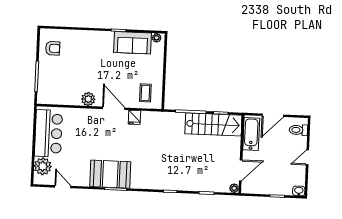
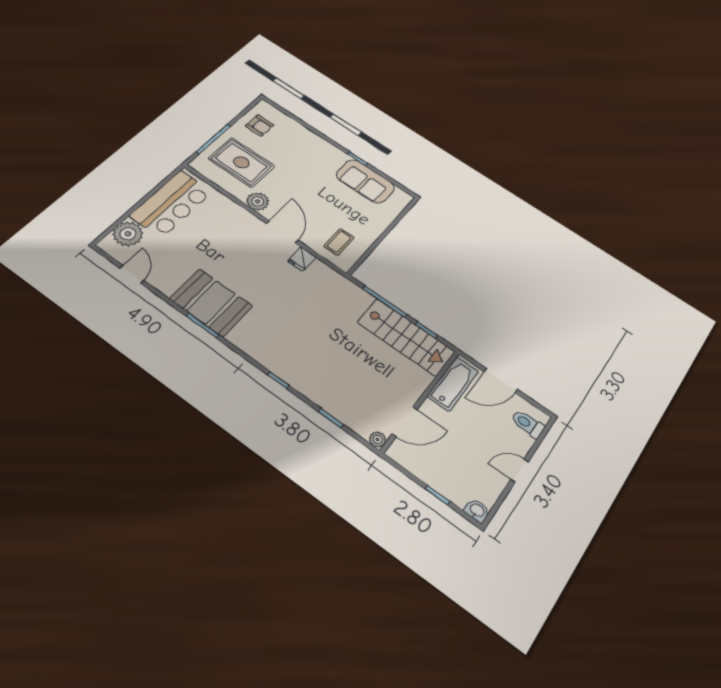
plant: (157, 38) -> (401, 195), removed
rug: (62, 81) -> (241, 162), added

